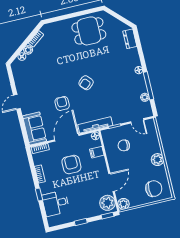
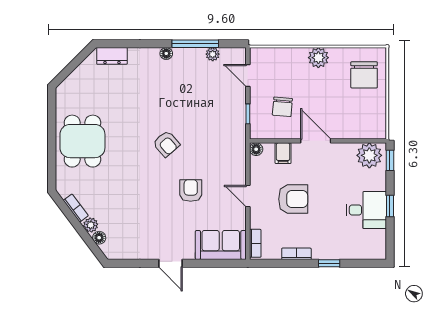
dining table: (89, 31) -> (82, 141), moved
armchair: (62, 103) -> (191, 191), turned 90
door: (137, 121) -> (248, 75), swing flipped
tv unit: (95, 125) -> (238, 145), removed
door: (67, 138) -> (248, 196), width x0.53
armchair: (71, 164) -> (293, 199), turned 180
door: (112, 182) -> (316, 141), moved
chair: (154, 189) -> (364, 75), turned 180
desk: (56, 203) -> (366, 210), moved, turned -90
plant: (124, 204) -> (377, 130), removed

